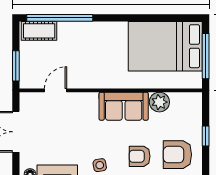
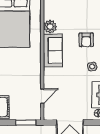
door: (56, 90) -> (42, 96), swing flipped
armchair: (177, 155) -> (85, 15), removed

